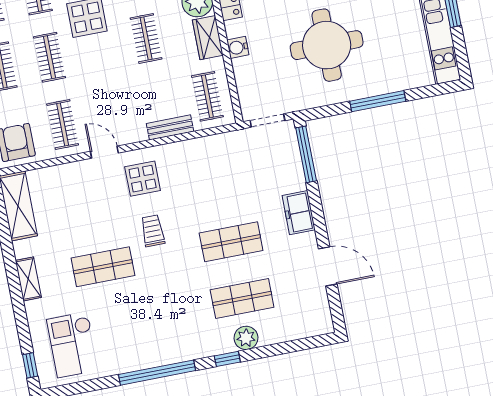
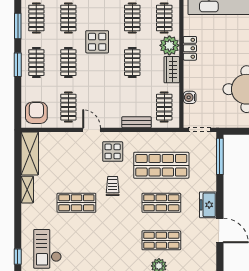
water cooler: (238, 47) -> (190, 97), moved
shop shelf: (220, 185) -> (161, 165), added
freezer: (299, 213) -> (208, 205), moved
shelving: (28, 279) -> (27, 190), moved

